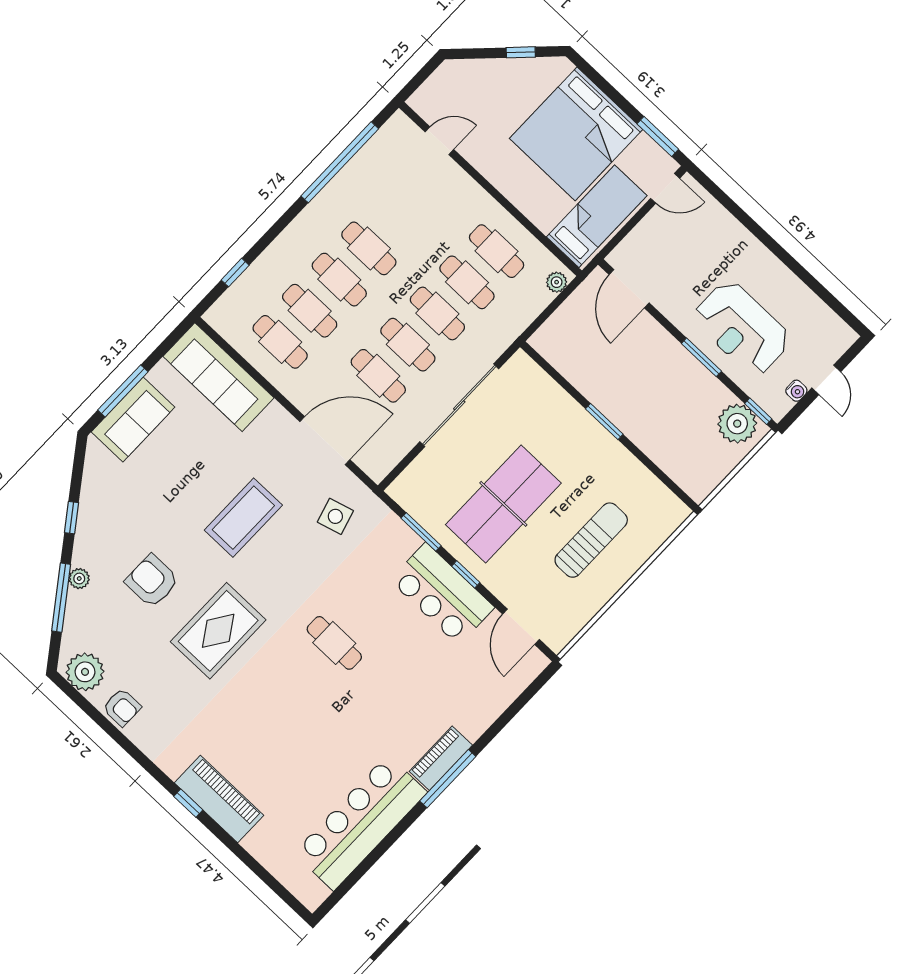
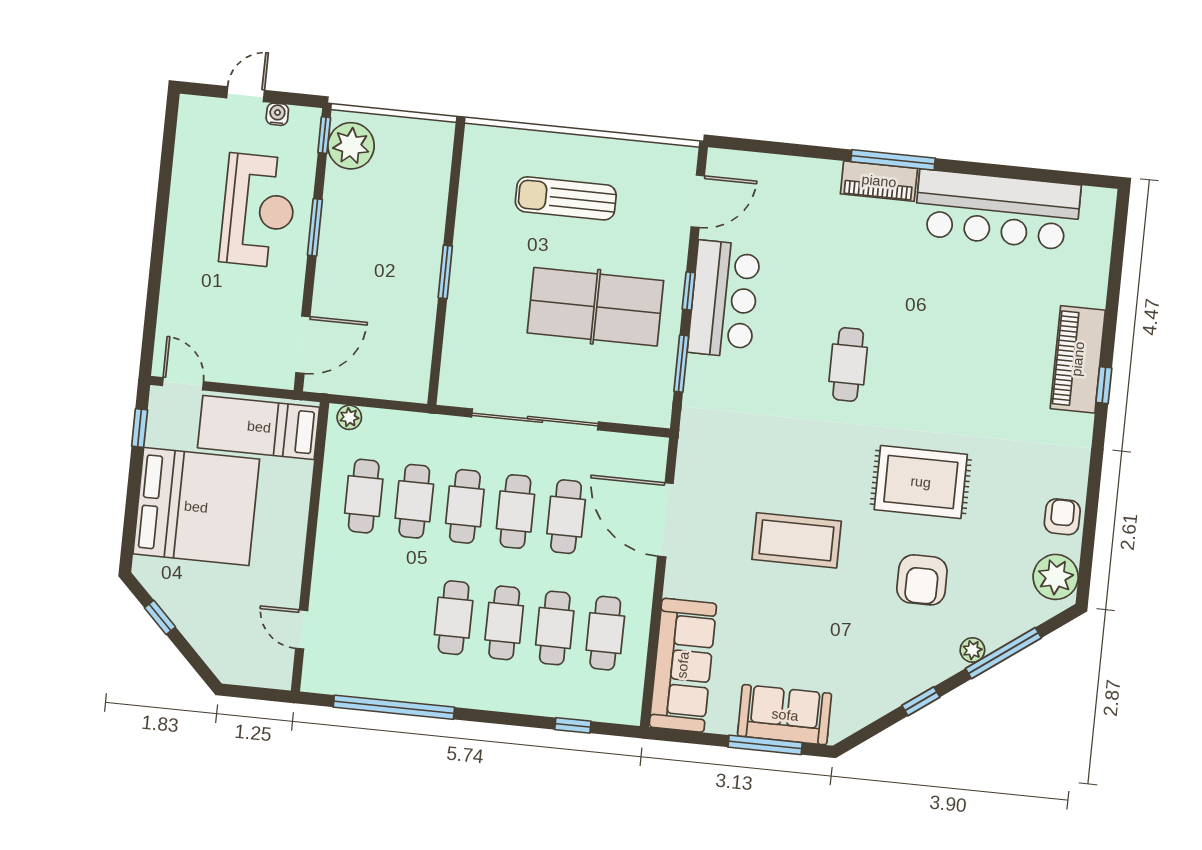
window: (658, 137) -> (140, 428), width x0.67
side table: (335, 516) -> (729, 455), removed

